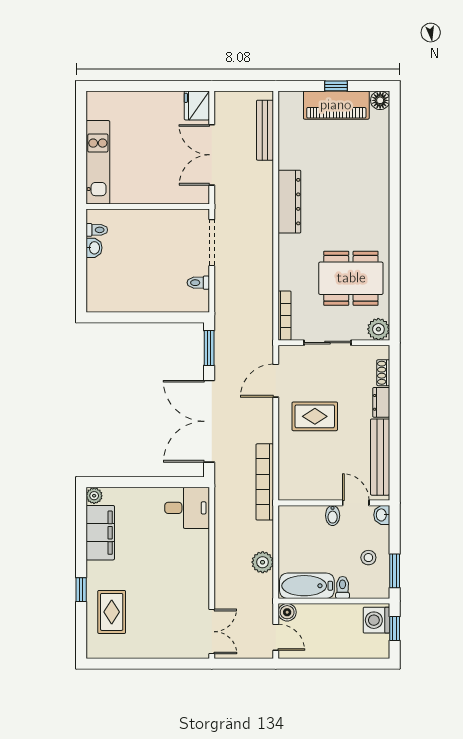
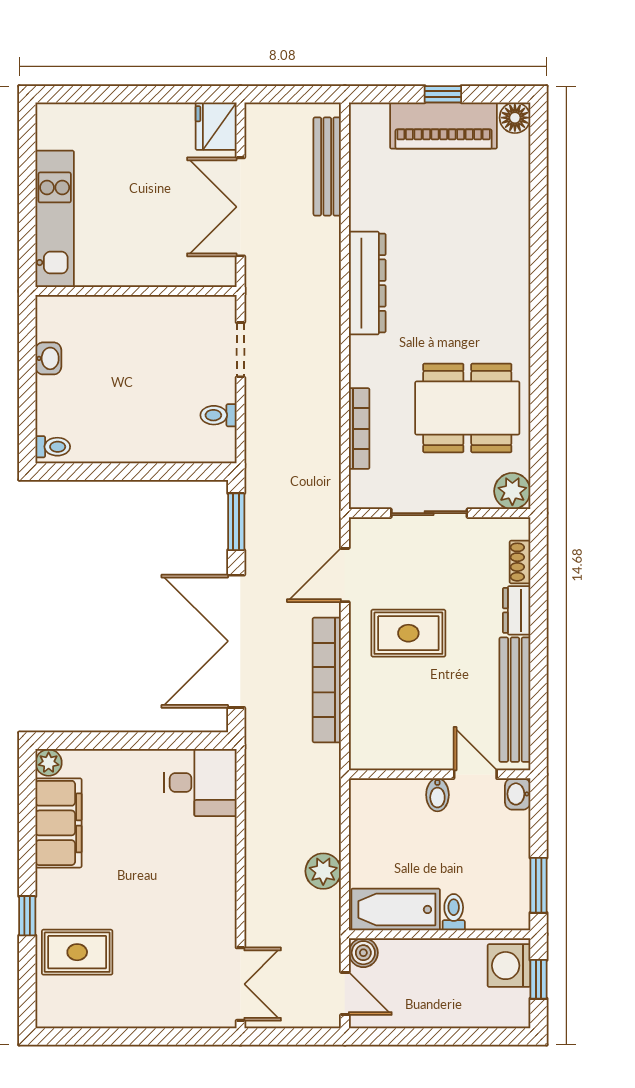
toilet: (97, 230) -> (53, 447), moved
doorway: (212, 243) -> (240, 350), width x0.73
bookcase: (285, 316) -> (359, 429), moved
bookcase: (265, 482) -> (327, 680), moved
stool: (368, 558) -> (496, 864), removed
rug: (112, 612) -> (77, 952), turned 90

